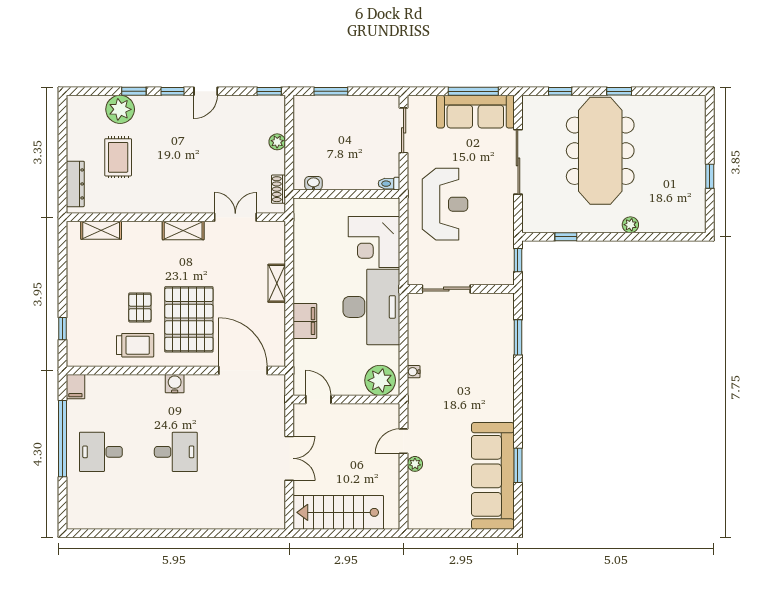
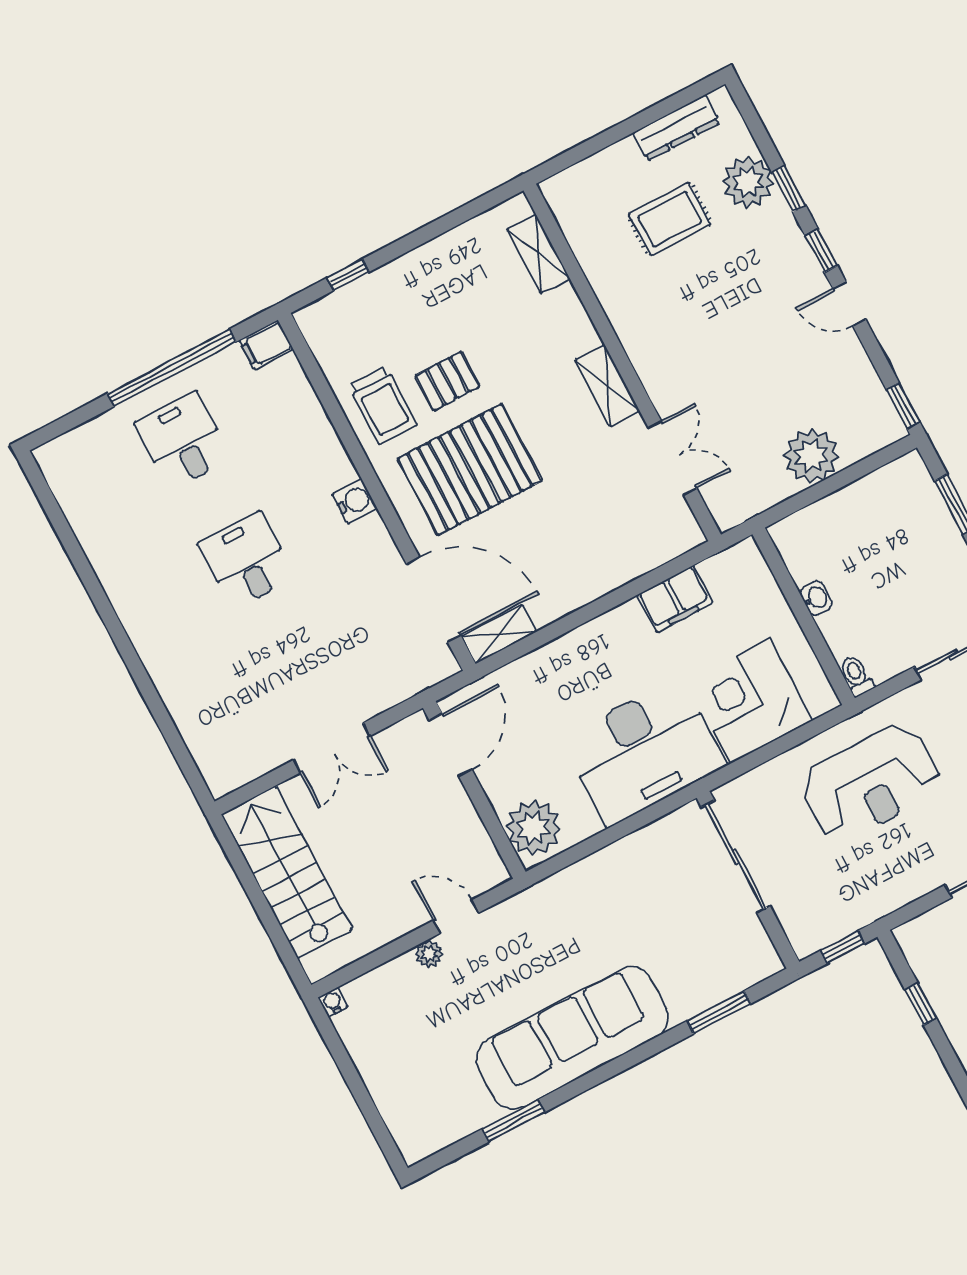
plant: (277, 142) -> (811, 456), width x1.87, depth x1.87
washbasin: (313, 183) -> (816, 598), moved
dresser: (75, 184) -> (676, 128), moved
shoe rack: (278, 189) -> (754, 503), removed
shelving: (277, 283) -> (499, 634), moved
sliding door: (446, 289) -> (736, 857), width x1.37
filing cabinet: (305, 321) -> (675, 599), moved
door: (243, 370) -> (433, 599), hinge flipped
water cooler: (414, 372) -> (333, 1002), moved
door: (318, 400) -> (451, 745), width x1.38
desk: (176, 452) -> (246, 561), turned 180
sofa: (493, 476) -> (572, 1038), moved

